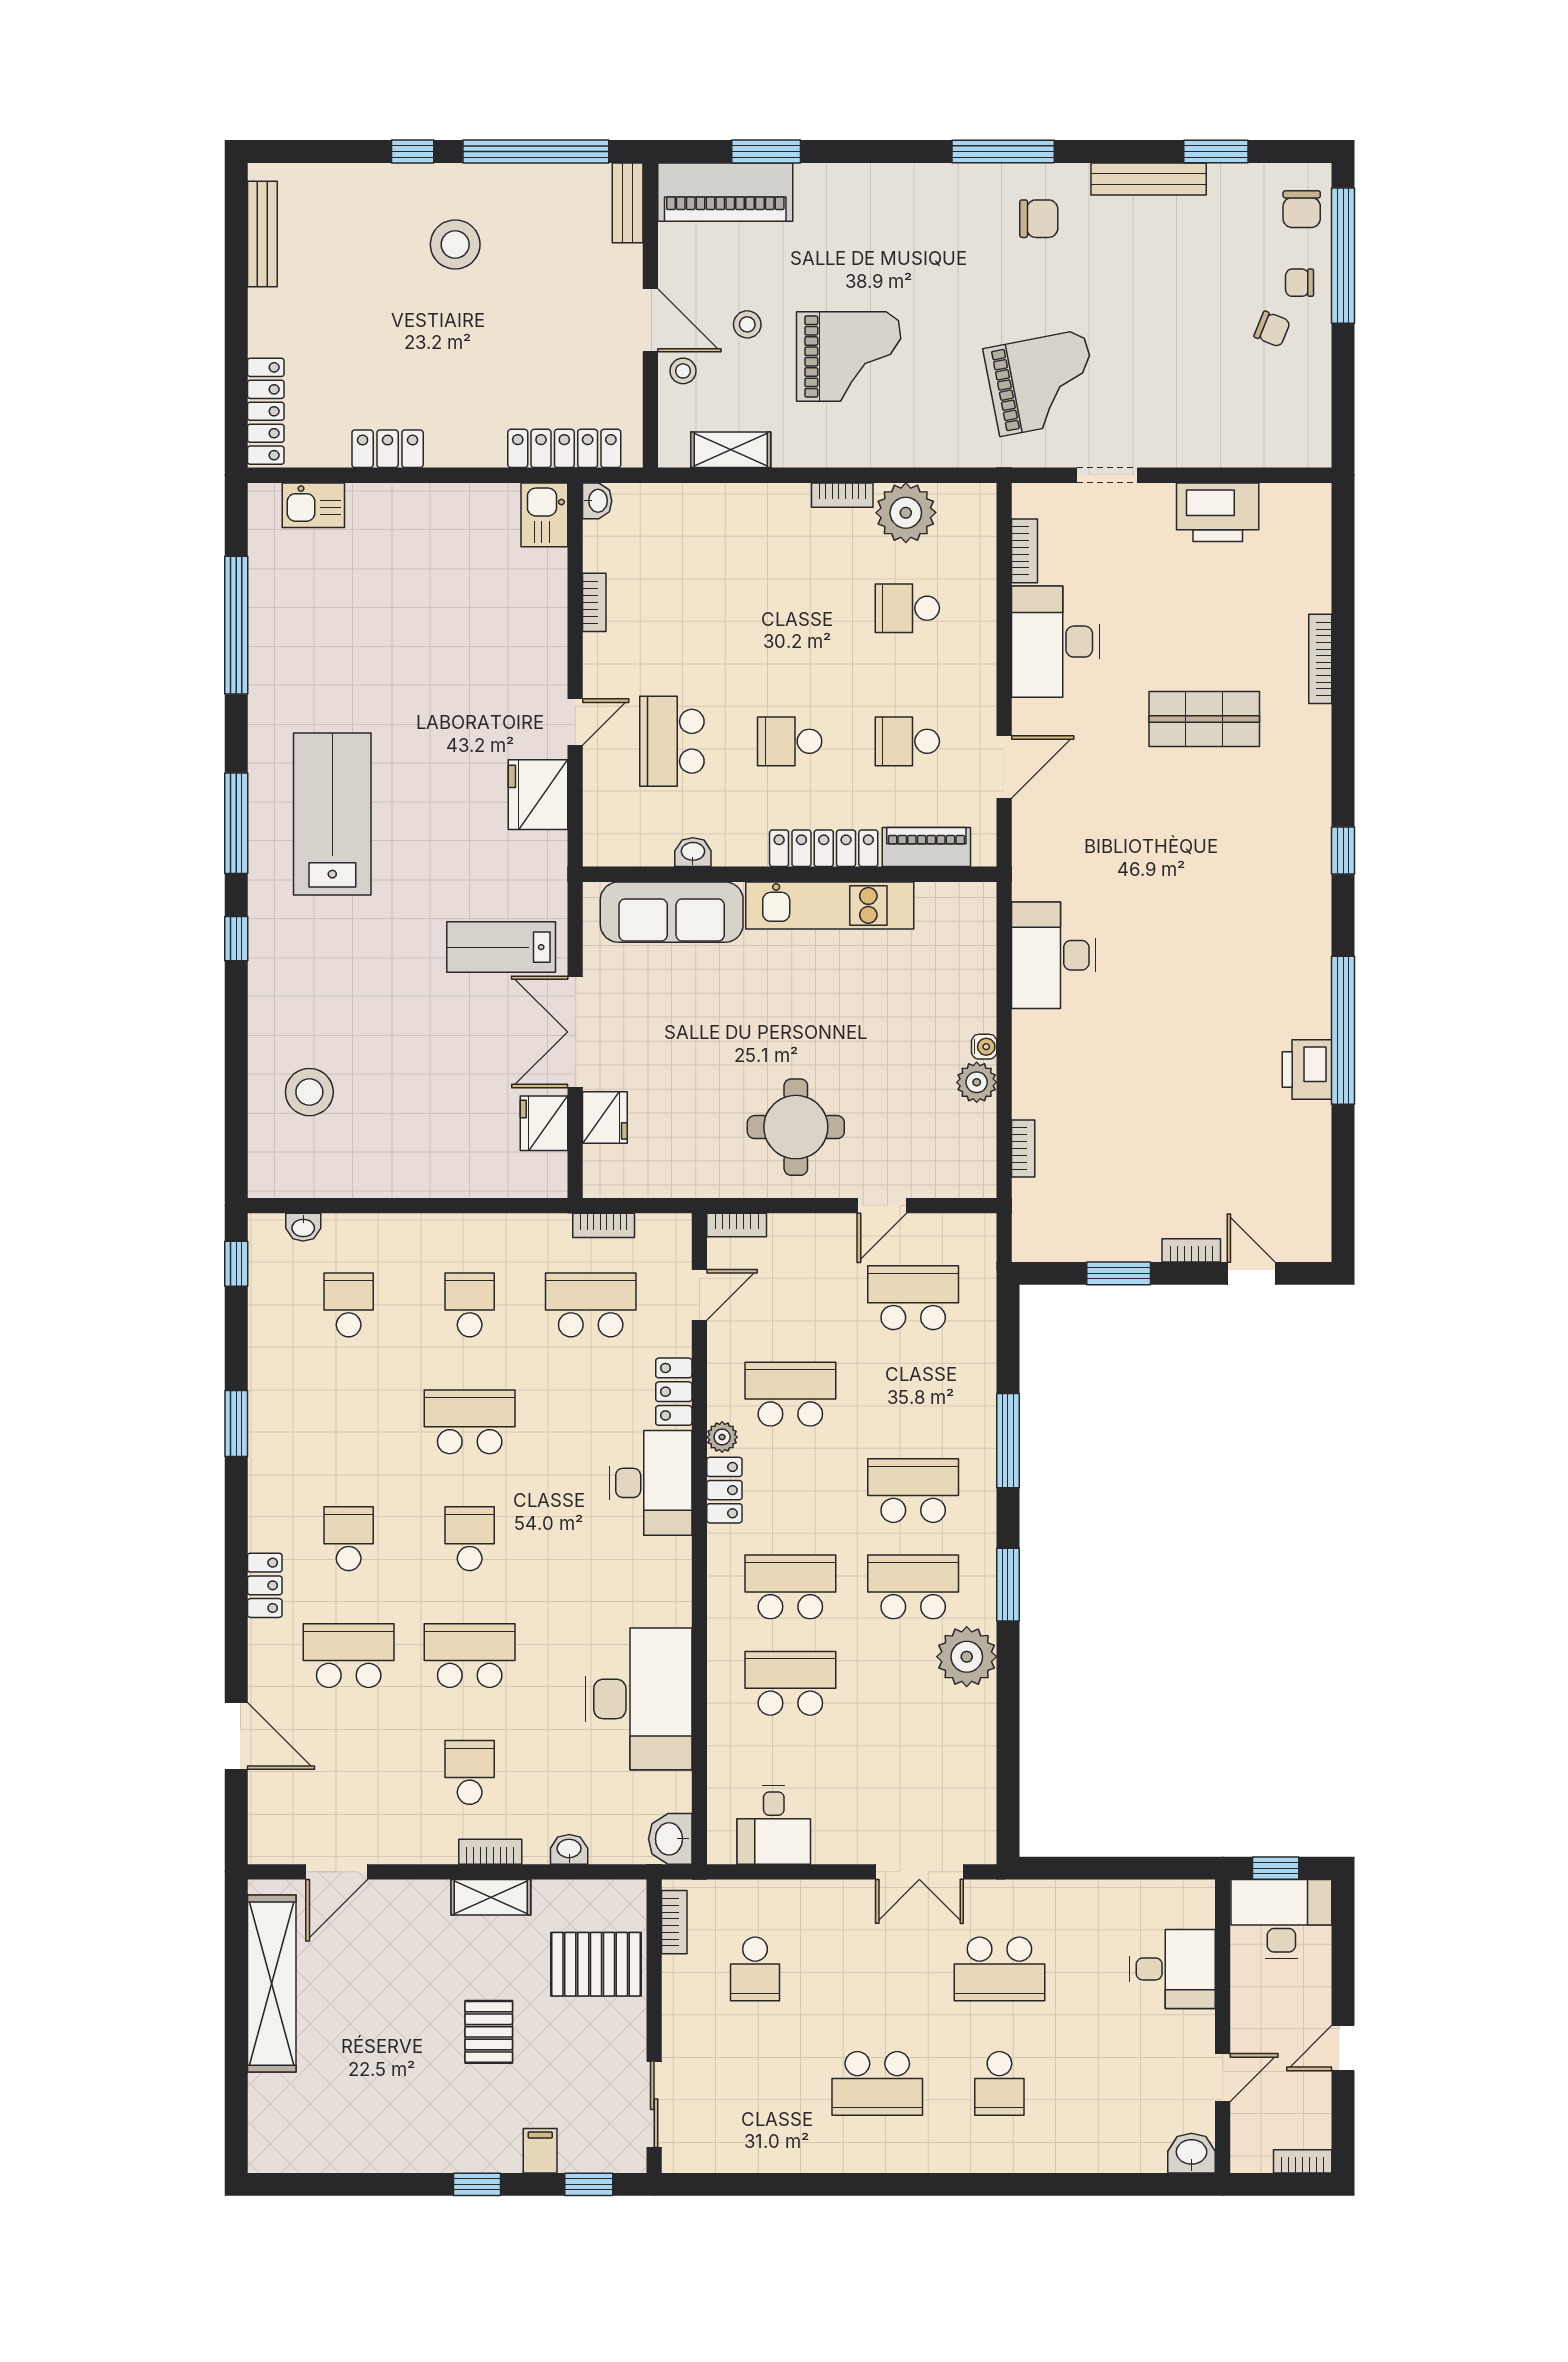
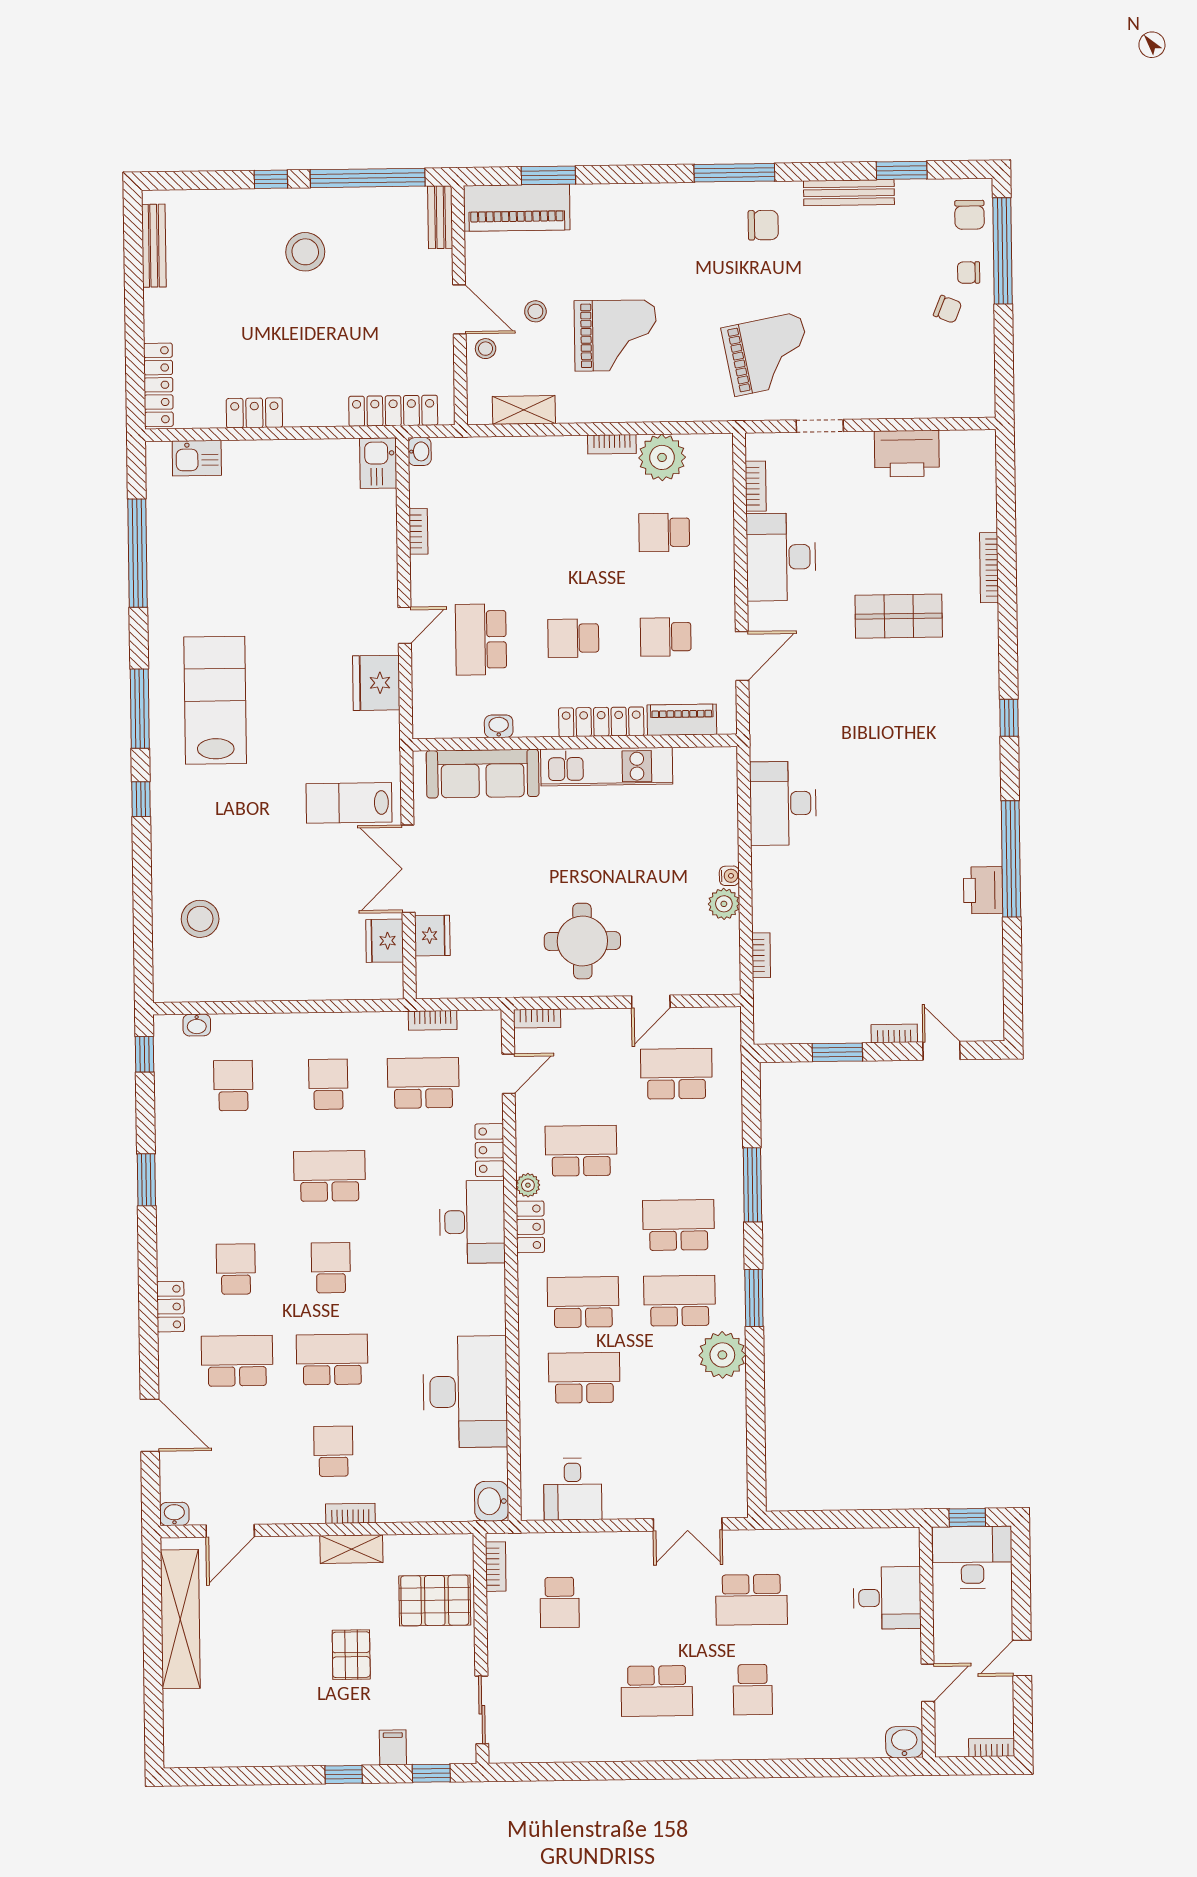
washbasin: (569, 1849) -> (174, 1514), moved

